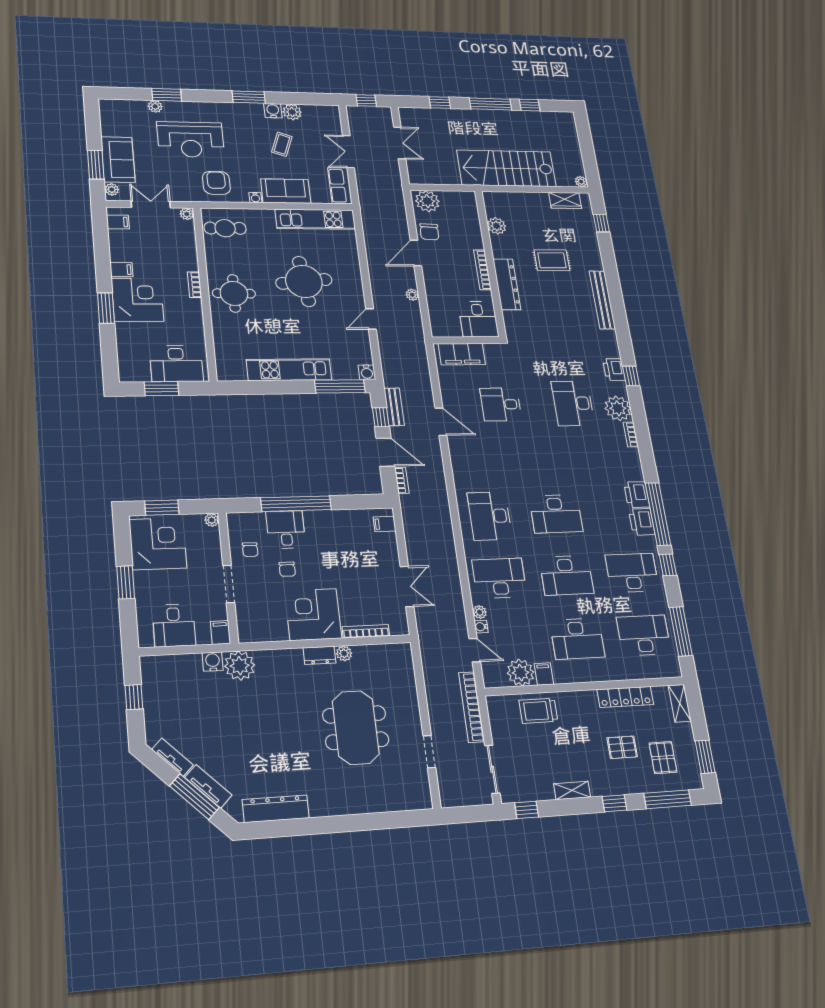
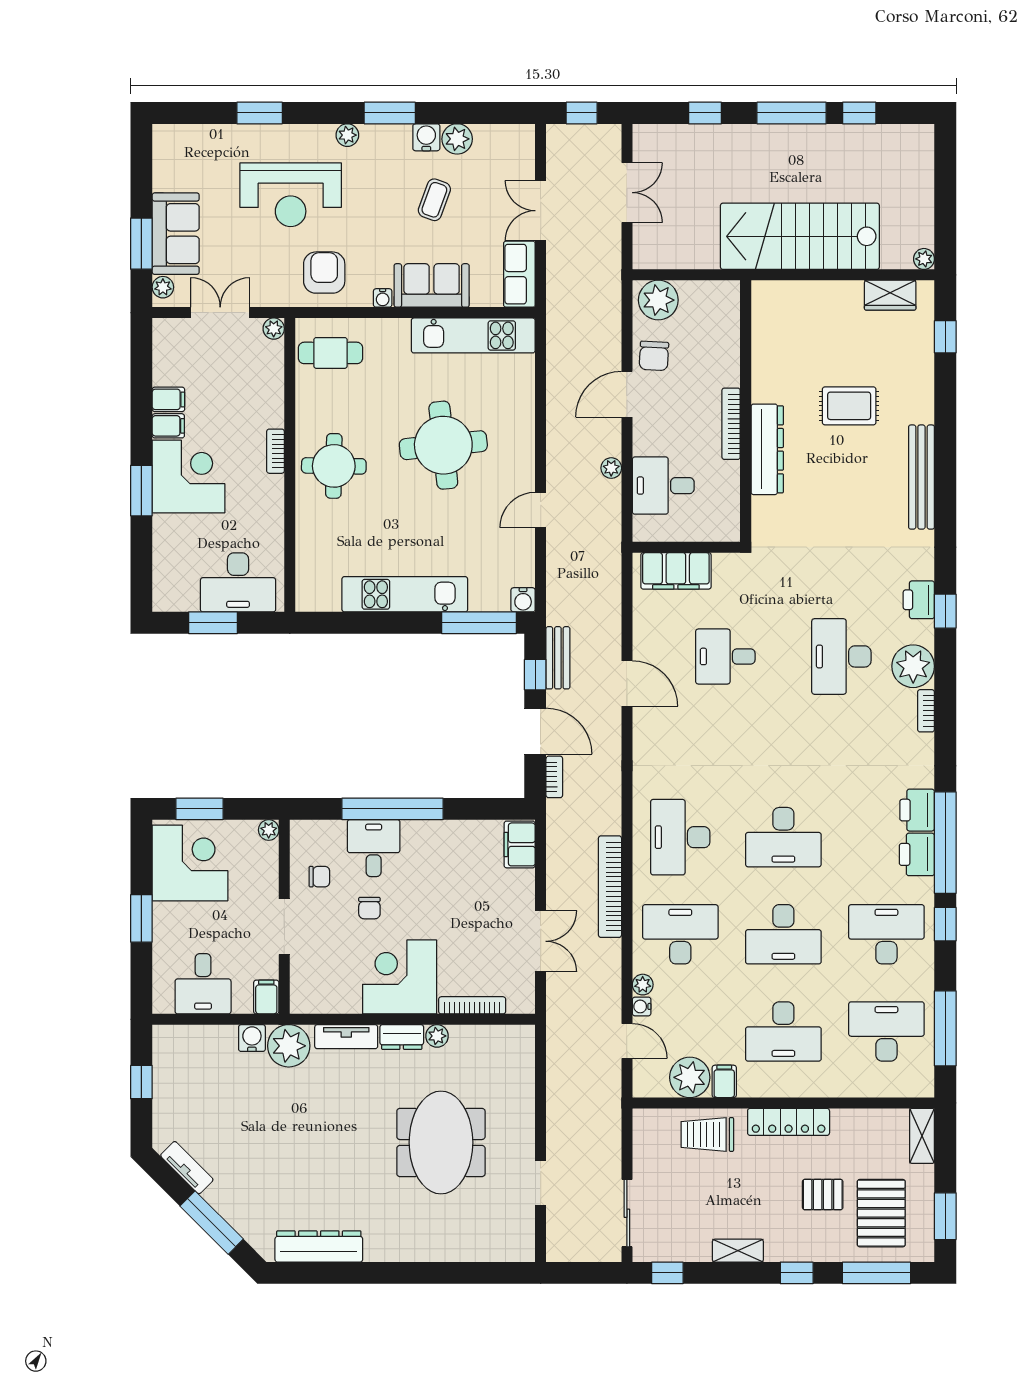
plant: (155, 106) -> (347, 135), moved
filing cabinet: (118, 222) -> (168, 399), moved
plant: (497, 226) -> (767, 344), removed
desk: (478, 319) -> (663, 486), moved, turned 90
filing cabinet: (385, 524) -> (520, 844), width x2.00
chair: (250, 550) -> (319, 877), turned -90
locker: (625, 697) -> (789, 1122), moved
bookcase: (471, 707) -> (610, 887), moved
pallet: (663, 758) -> (881, 1213), width x1.50, depth x1.42
tv unit: (208, 786) -> (346, 1037), moved, turned 135

